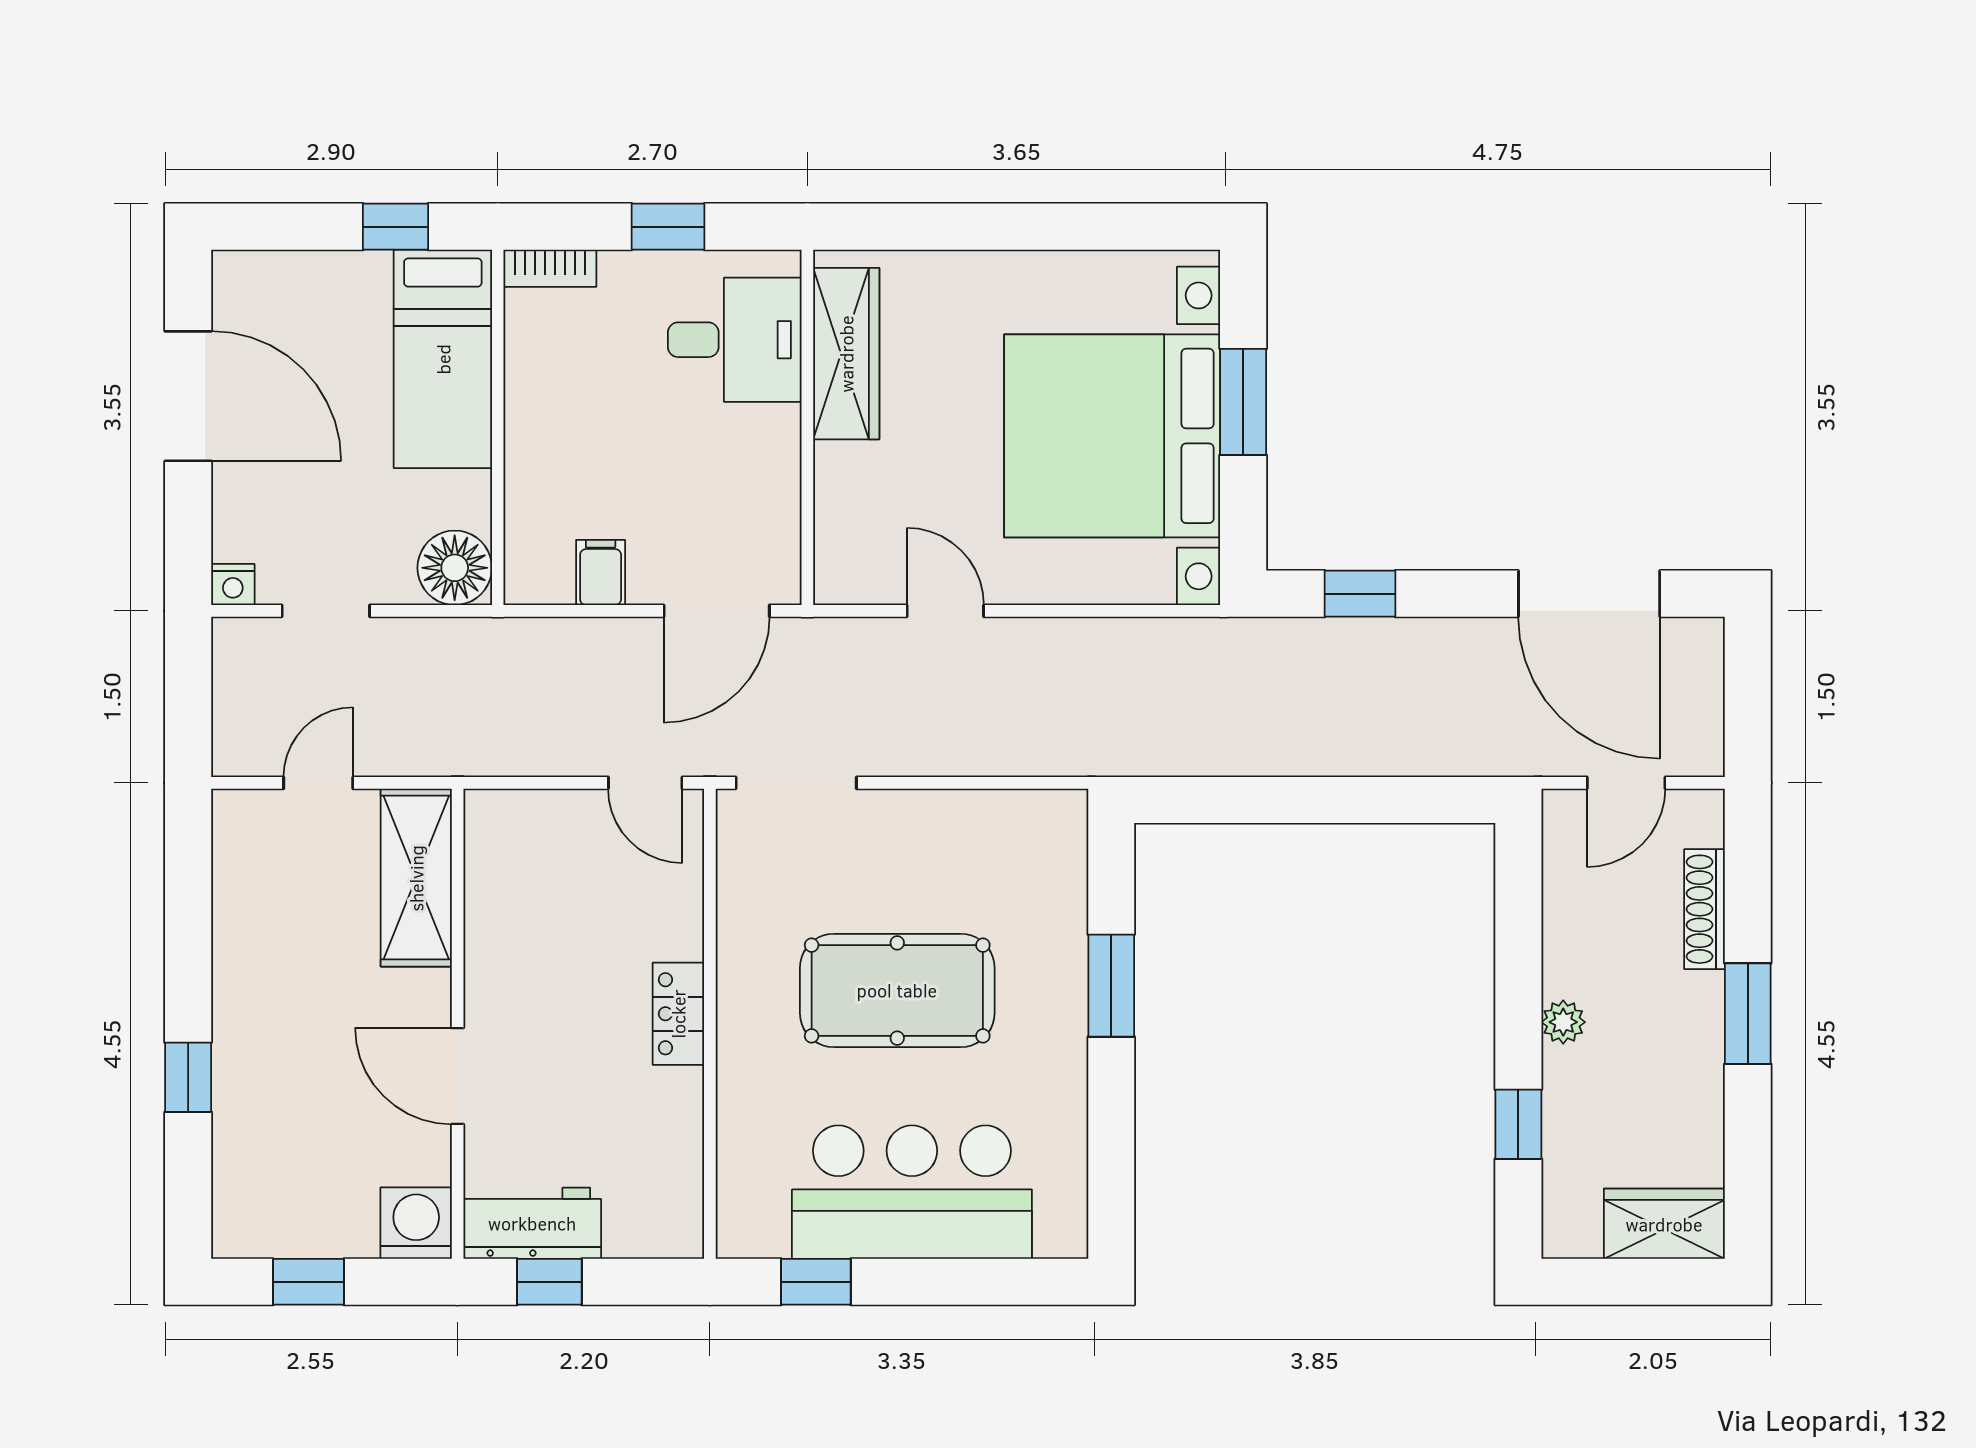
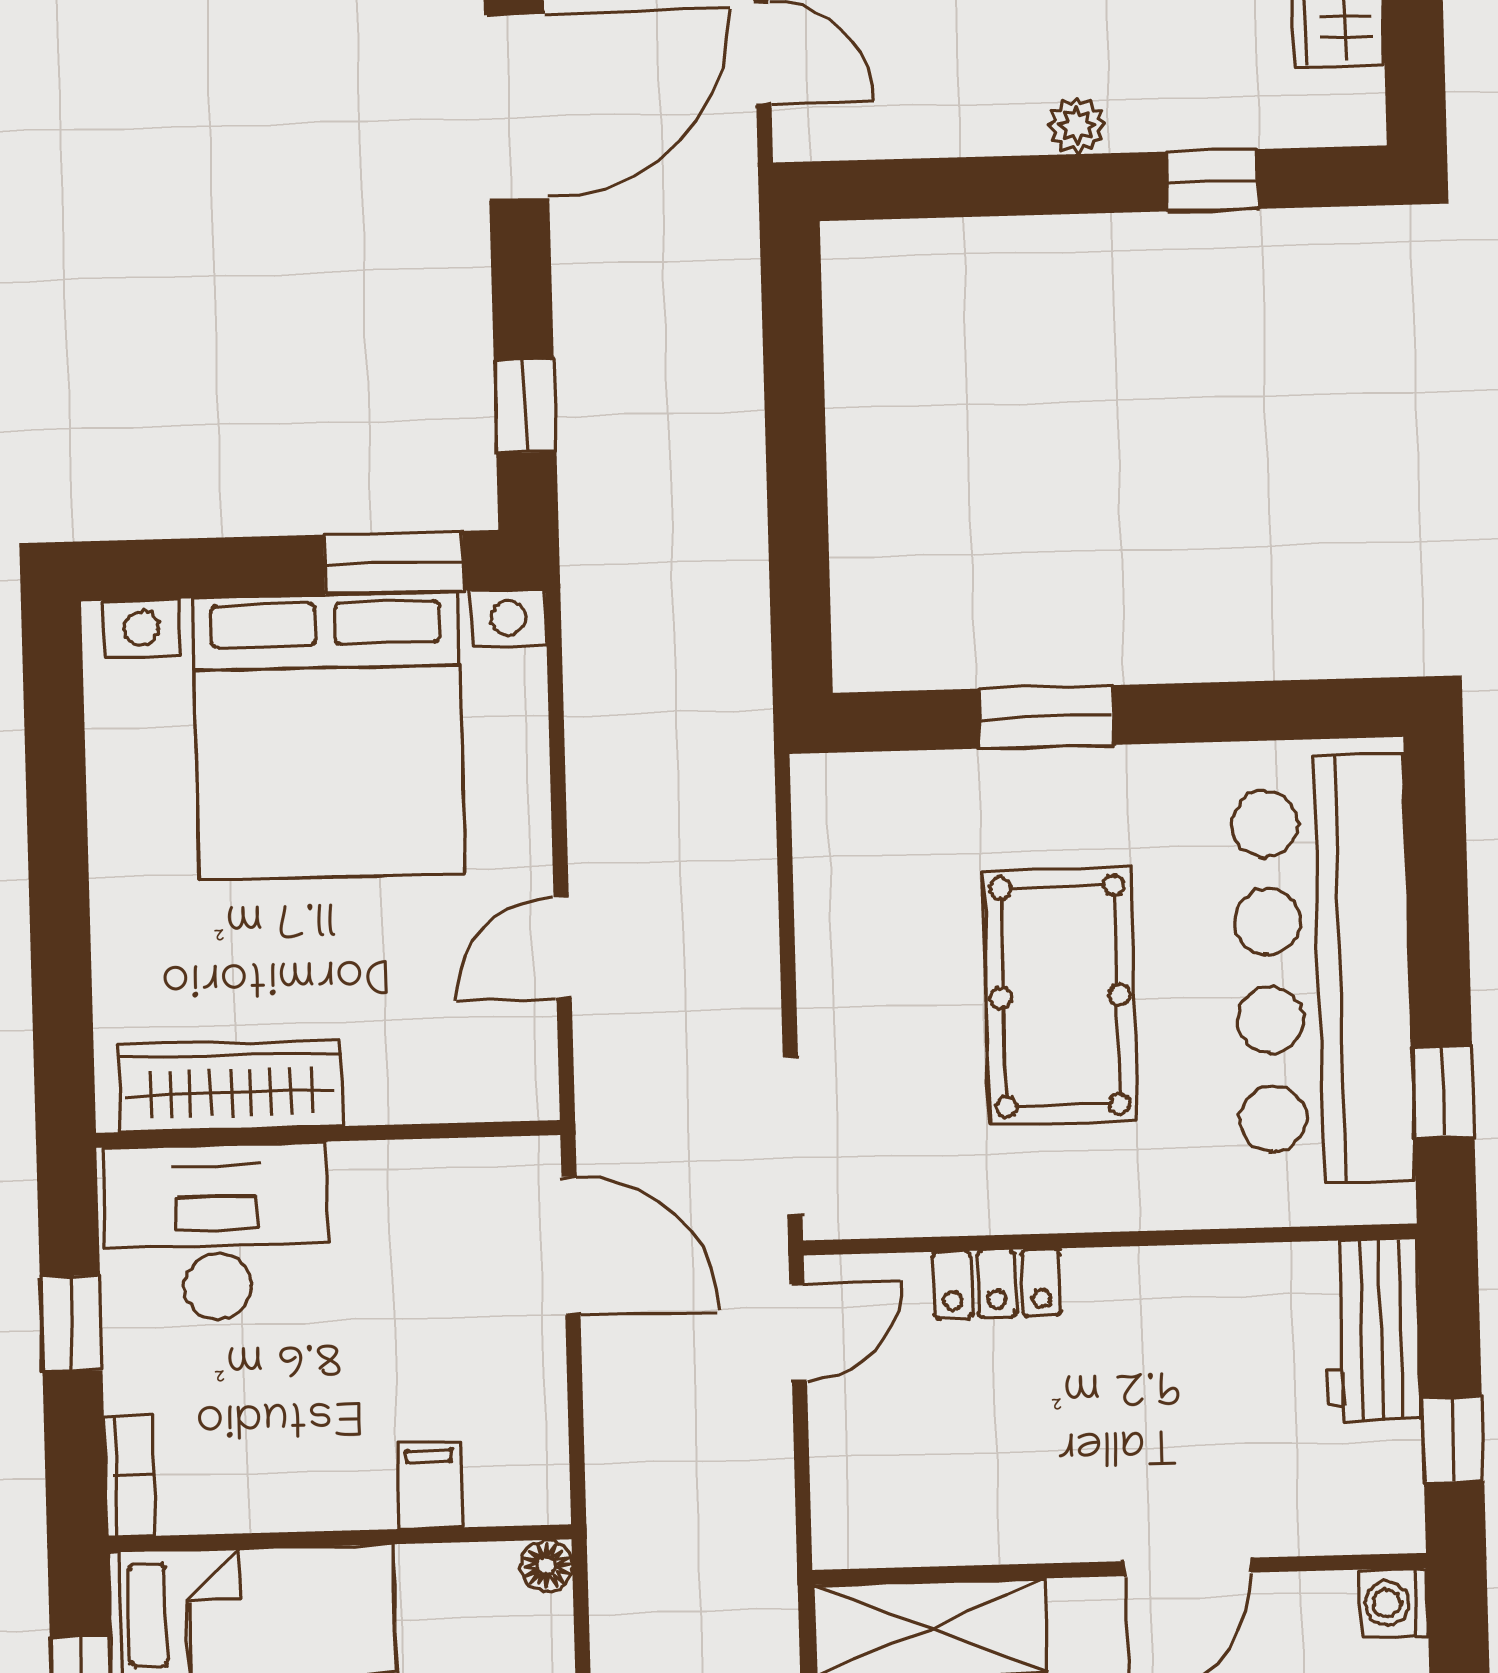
desk: (735, 340) -> (216, 1232), width x1.37
window: (1243, 402) -> (393, 563), moved
floor lamp: (455, 568) -> (547, 1566), width x0.53, depth x0.53
filing cabinet: (601, 572) -> (430, 1486), moved, turned 90
locker: (678, 1014) -> (997, 1284), moved
bar counter: (912, 1192) -> (1323, 970), width x1.36
washing machine: (416, 1223) -> (1394, 1603), width x0.73, depth x0.73
workbench: (532, 1223) -> (1373, 1330), moved

